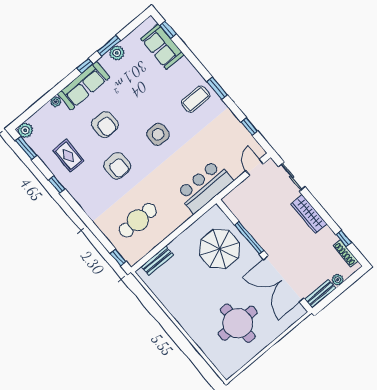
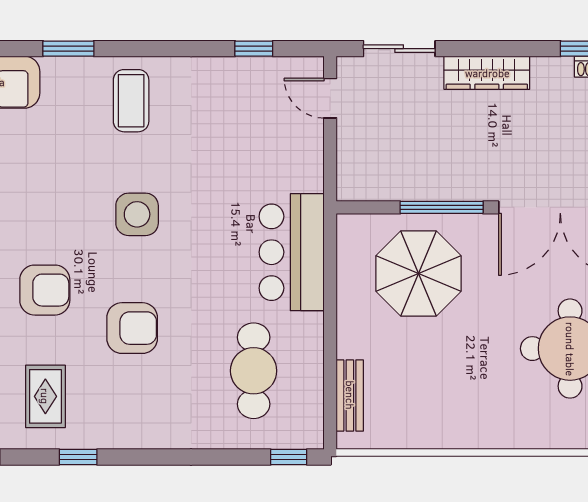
window: (217, 88) -> (68, 49), moved
rug: (68, 156) -> (45, 396), turned 90
bar counter: (205, 187) -> (292, 252), moved

